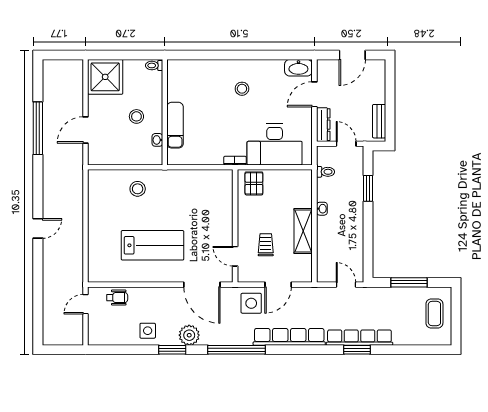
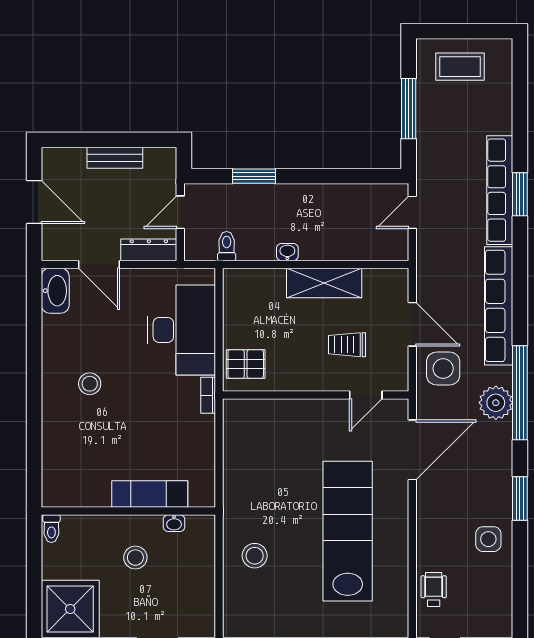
bench: (379, 121) -> (115, 158), moved
lab bench: (153, 245) -> (348, 531), width x1.36
plant: (189, 335) -> (496, 403), moved

